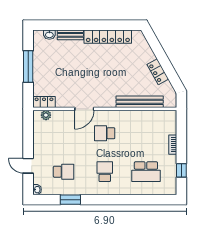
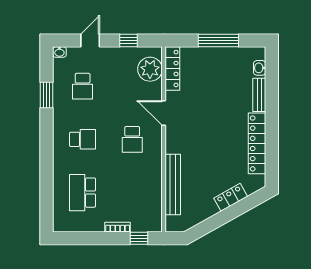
locker: (158, 72) -> (231, 197), moved
locker: (44, 102) -> (172, 69), width x1.53
plant: (46, 115) -> (150, 69), width x1.87, depth x1.87
school desk: (105, 133) -> (132, 139), turned 180
window: (28, 136) -> (128, 40), added
window: (181, 170) -> (139, 238), moved

